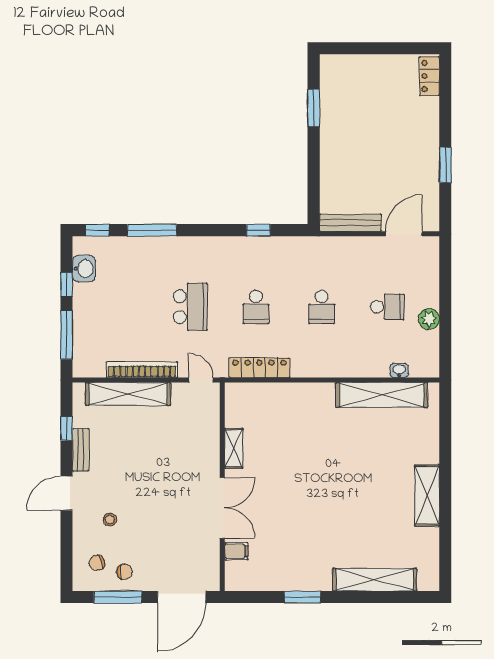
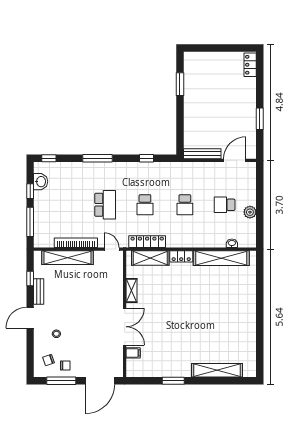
window: (152, 230) -> (98, 158), moved
school desk: (387, 307) -> (225, 205), turned 180
locker: (316, 392) -> (181, 256), added
shelving: (427, 495) -> (150, 258), moved, turned 90

